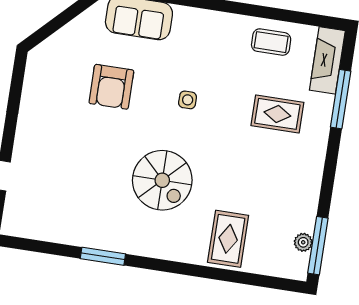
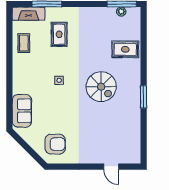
armchair: (111, 87) -> (55, 144), moved
spiral stairs: (162, 180) -> (101, 87), turned 90
window: (103, 256) -> (144, 97), moved

